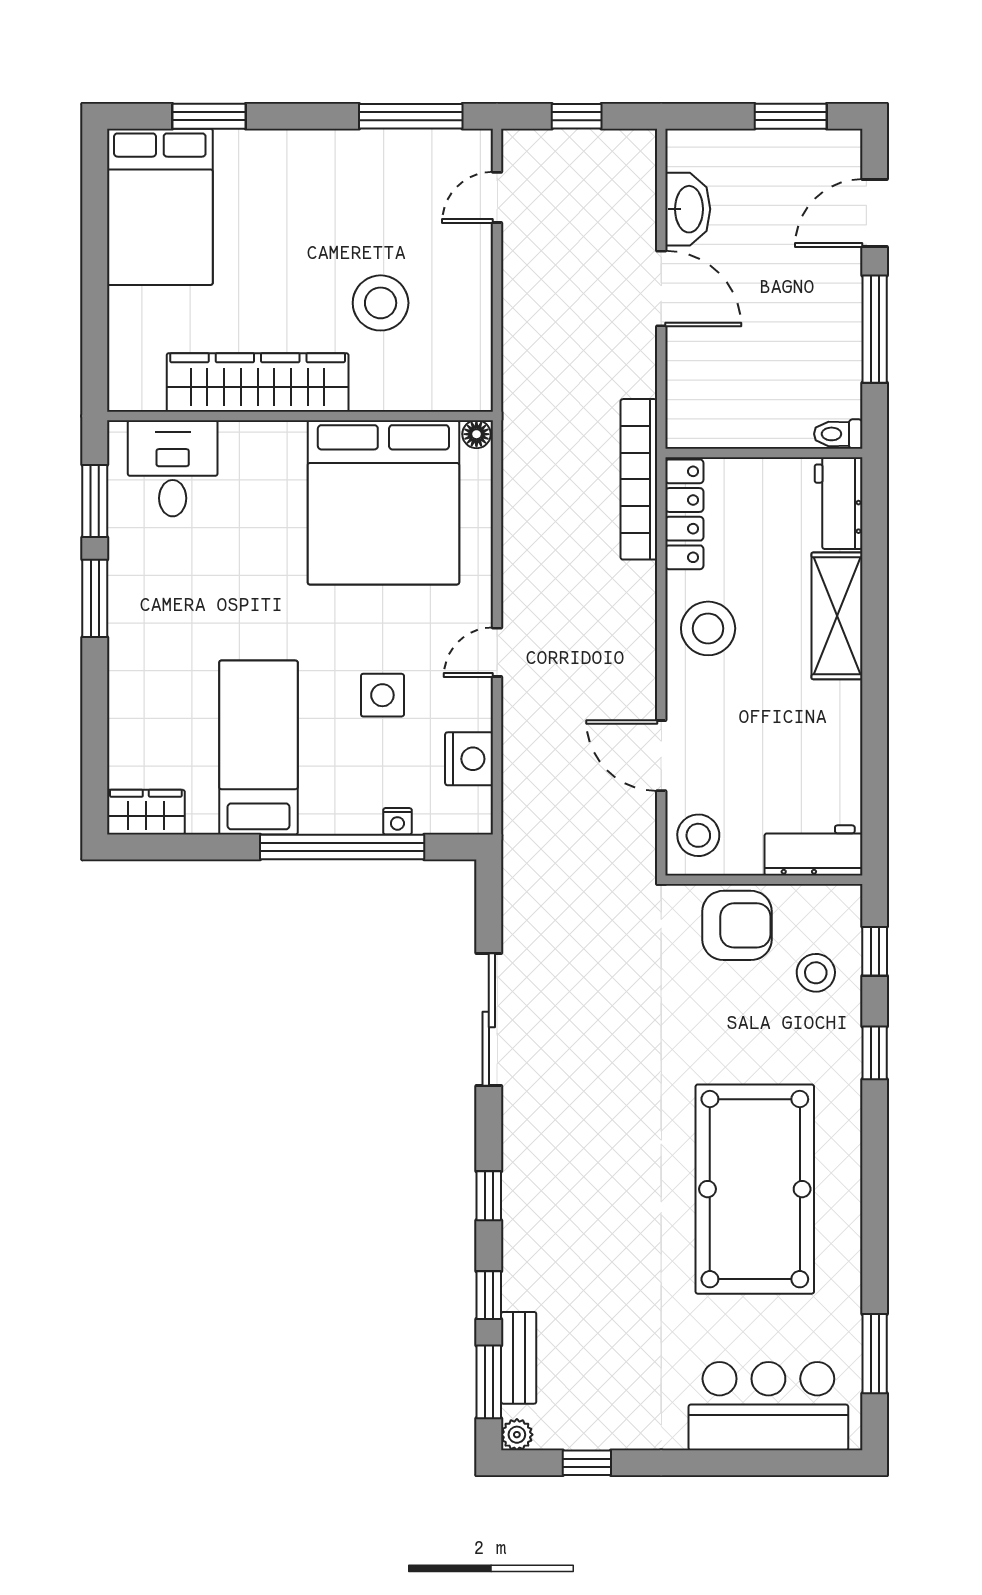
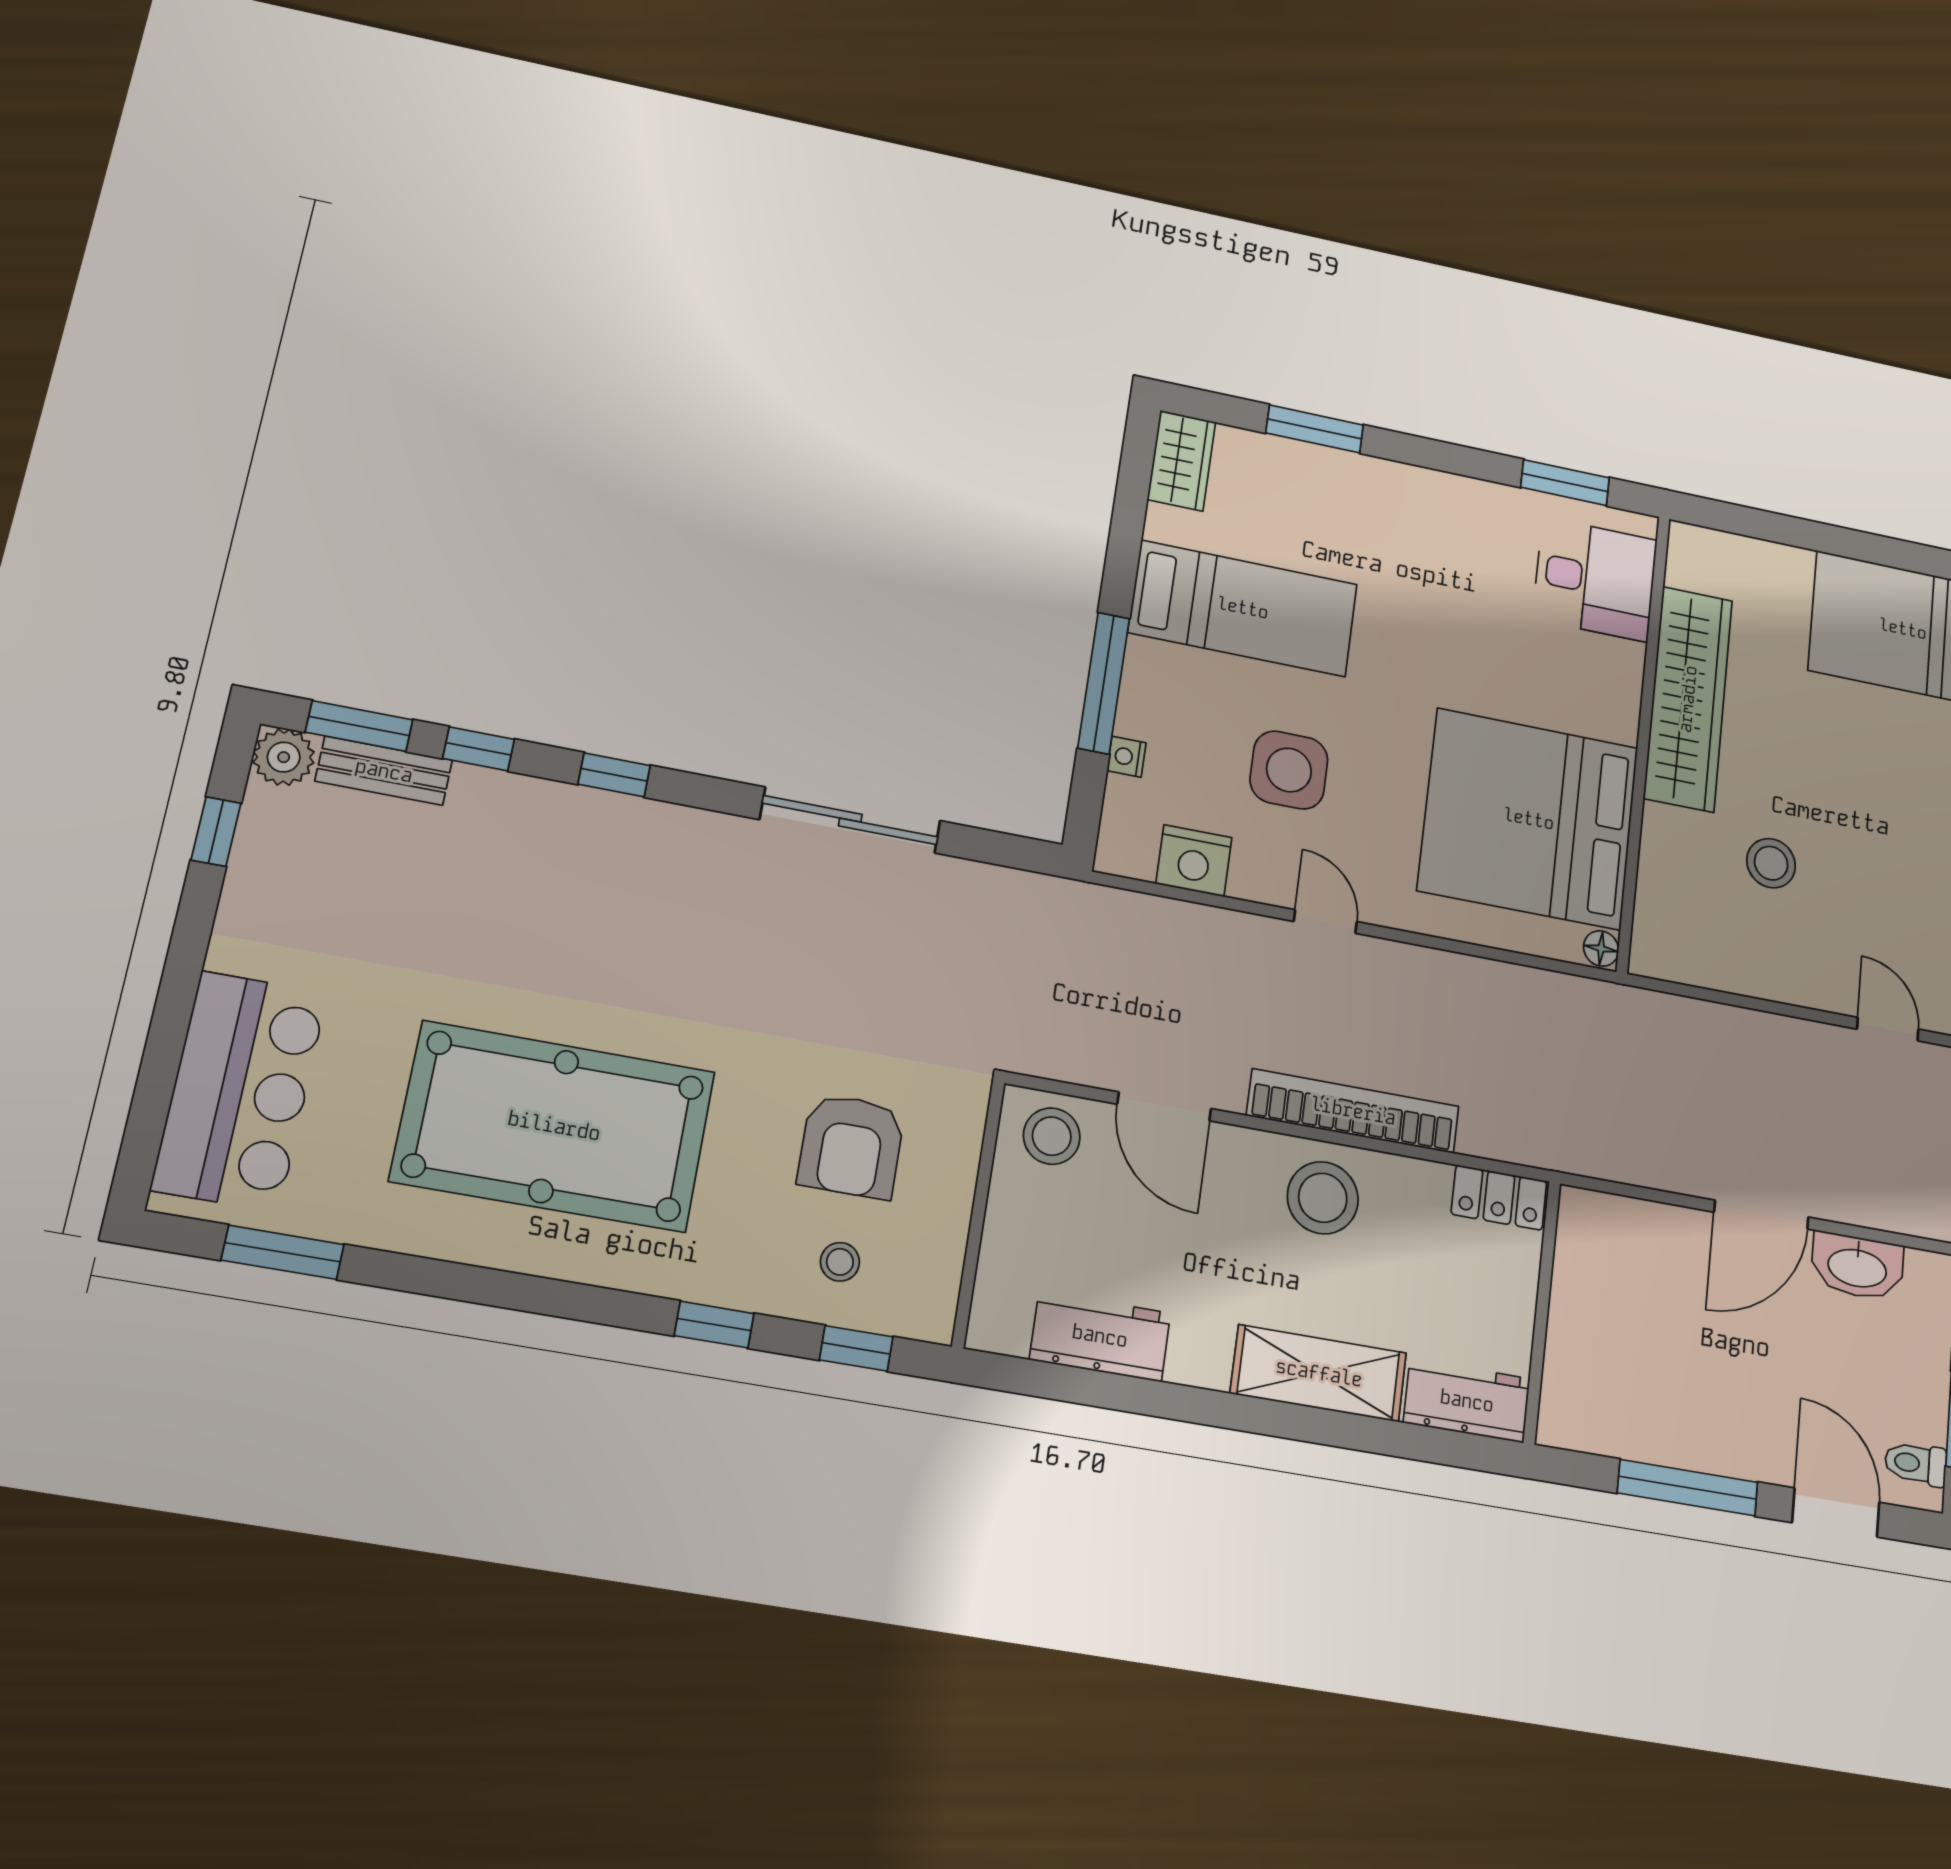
stool: (381, 303) -> (1771, 863), width x0.73, depth x0.73
toilet: (838, 434) -> (1916, 1464), moved, turned -90
bookcase: (639, 479) -> (1353, 1111), moved
locker: (684, 514) -> (1499, 1198), width x0.66
window: (95, 598) -> (1315, 429), moved
side table: (382, 695) -> (1289, 770), width x1.37, depth x1.37
door: (661, 756) -> (1164, 1106), swing flipped
window: (342, 847) -> (1104, 683), width x0.68
workbench: (814, 850) -> (1100, 1336), moved, turned -90
armchair: (737, 925) -> (851, 1146), moved
stool: (816, 973) -> (840, 1262), width x0.73, depth x0.73
plant: (517, 1435) -> (284, 757), width x1.38, depth x1.38

